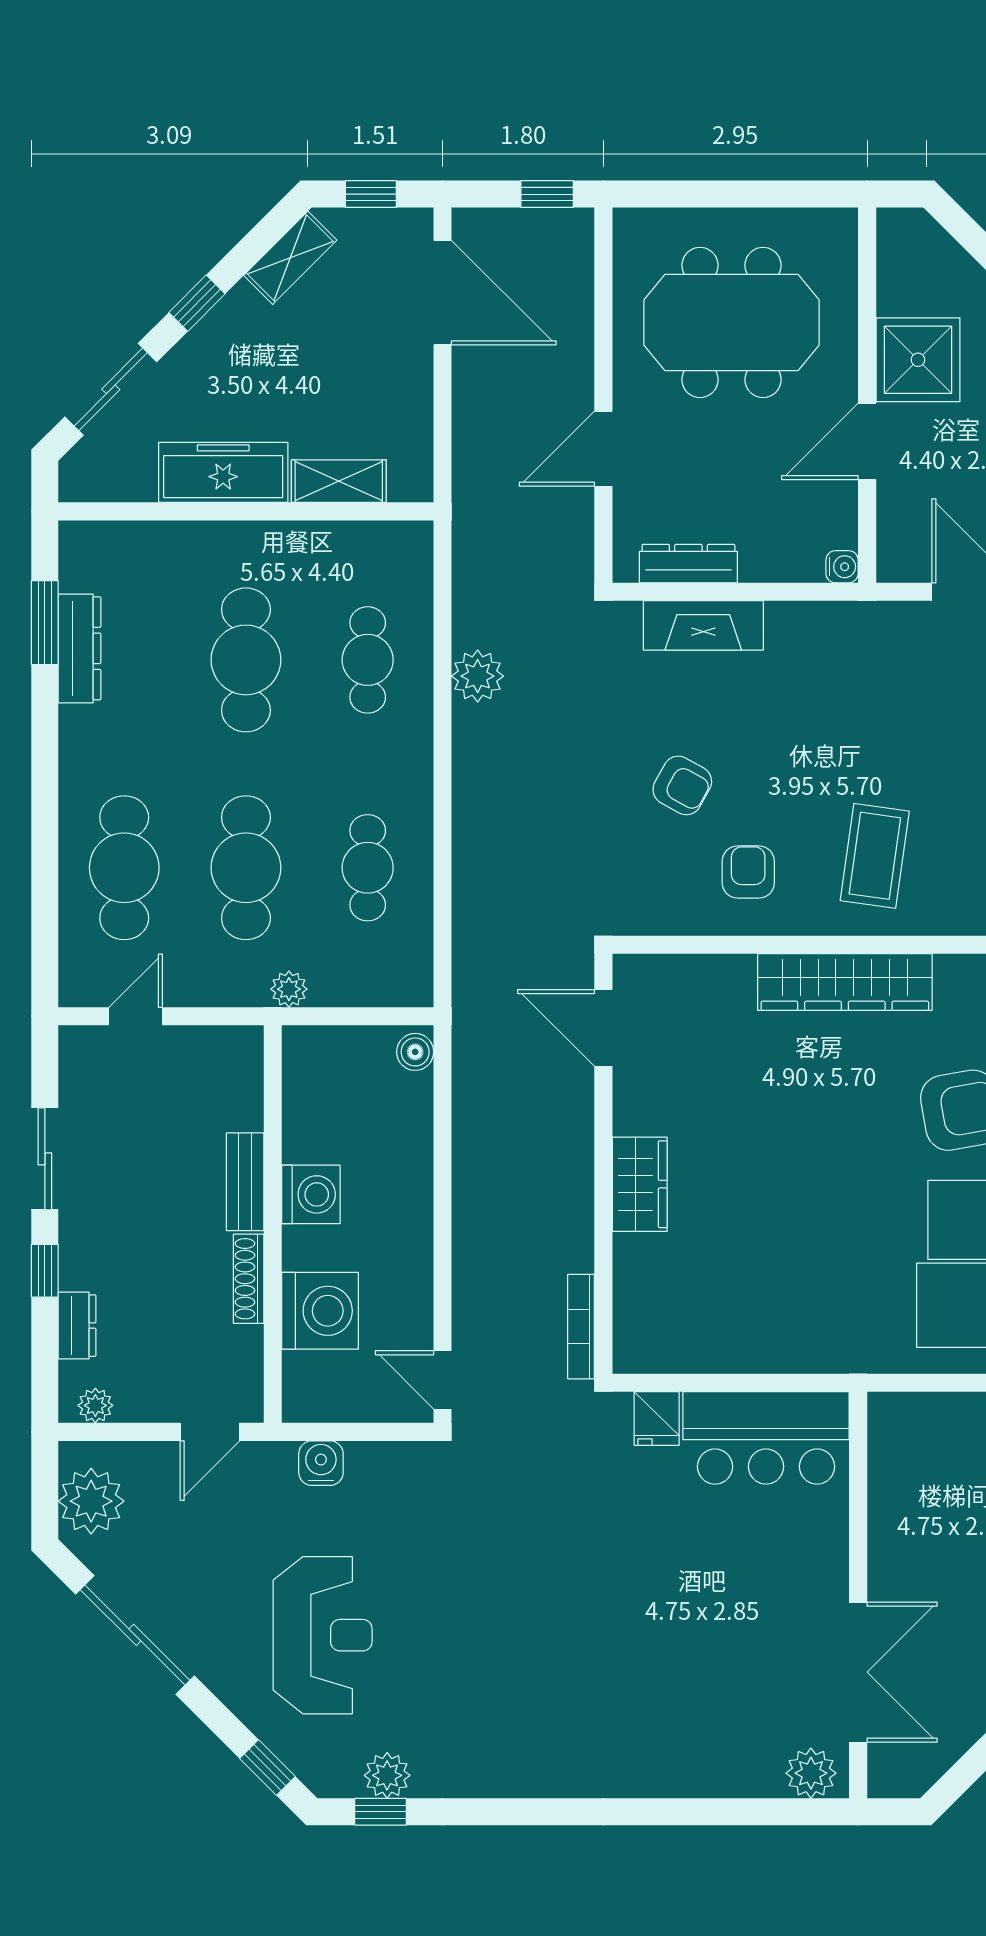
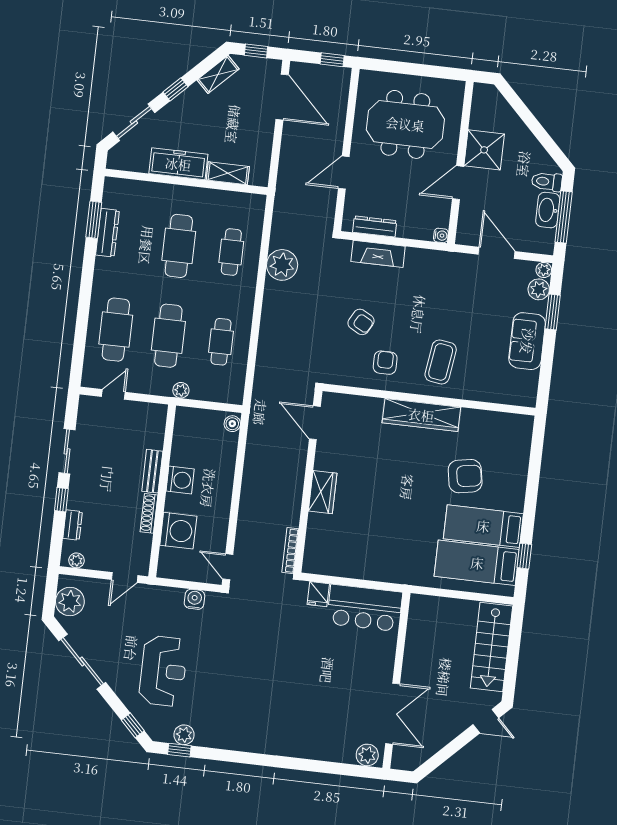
plant: (478, 676) -> (282, 265), width x1.36, depth x1.36
water cooler: (321, 1463) -> (194, 599), moved

